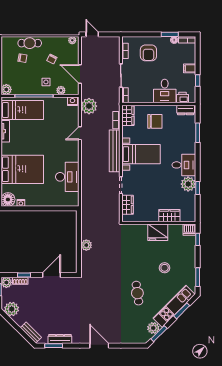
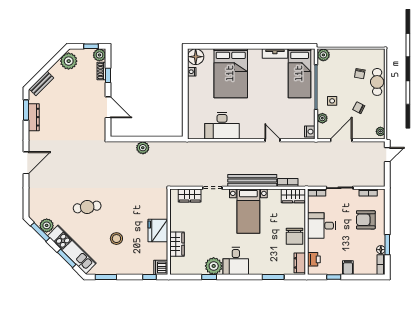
desk: (165, 91) -> (322, 226), moved
plant: (89, 106) -> (304, 151), removed
chair: (155, 121) -> (295, 236), moved

